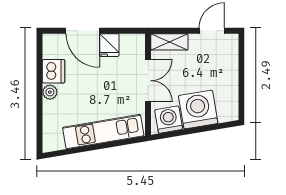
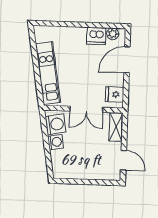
fridge: (109, 45) -> (115, 94), moved
plant: (50, 92) -> (113, 34), moved
washing machine: (198, 109) -> (56, 142), width x0.53, depth x0.53

